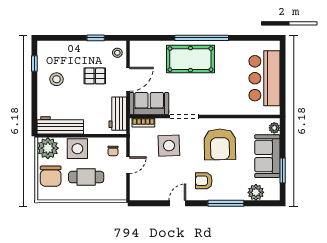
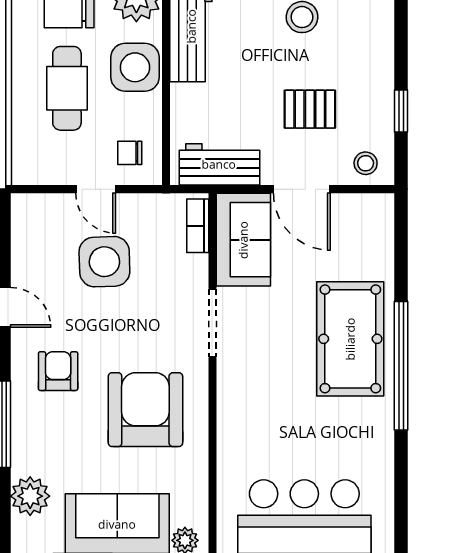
pallet: (95, 76) -> (310, 109), turned 90
armchair: (220, 144) -> (145, 410), turned 91
side table: (169, 146) -> (104, 262), moved

